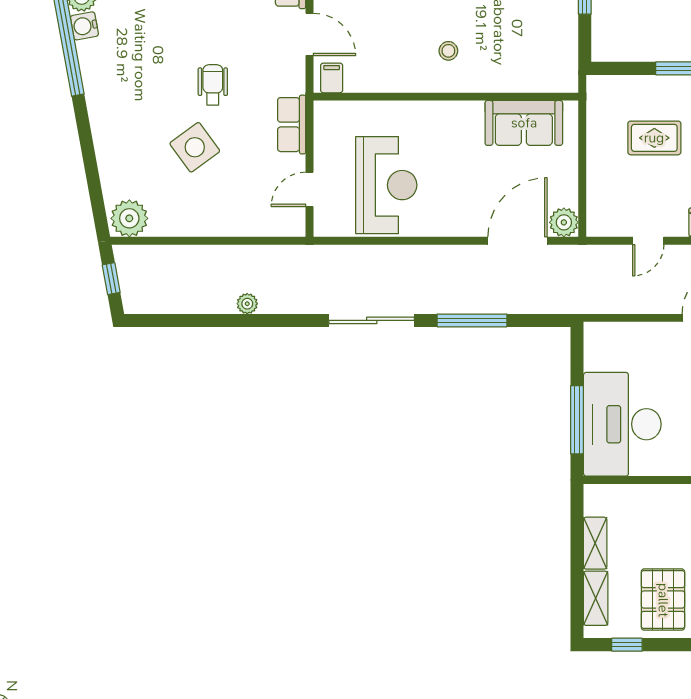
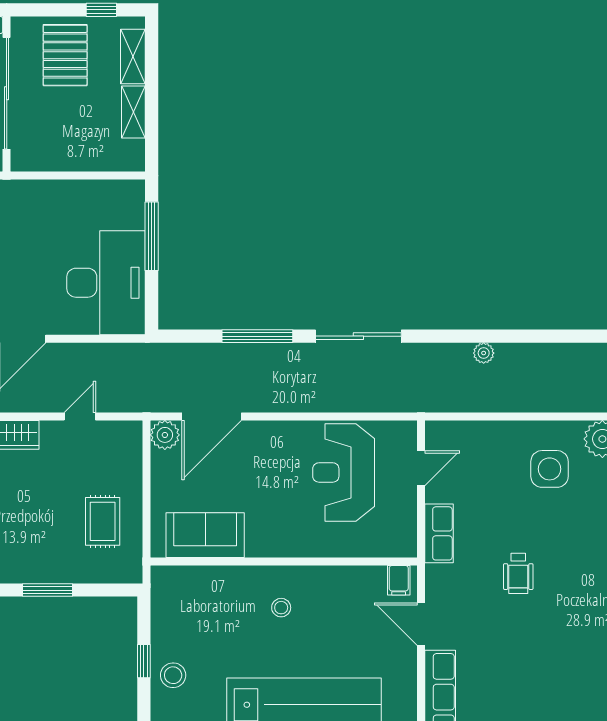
rug: (654, 138) -> (103, 521), moved, turned 90
side table: (195, 147) -> (550, 469), moved, turned 36
desk: (622, 424) -> (106, 283), moved

